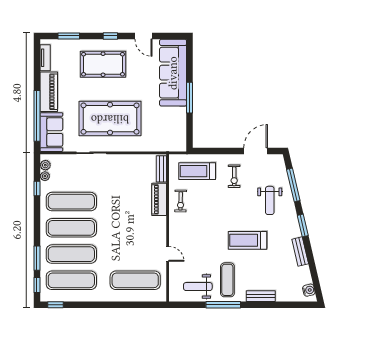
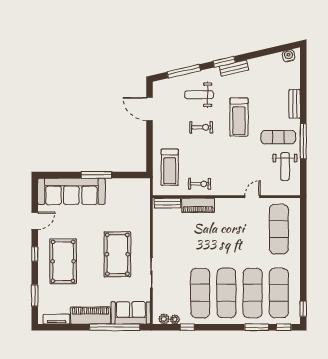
pool table: (110, 119) -> (117, 254), width x0.73, depth x0.76
exercise bike: (234, 176) -> (201, 127), moved
weight bench: (270, 200) -> (199, 95), turned 180
bench: (300, 252) -> (234, 68), moved

